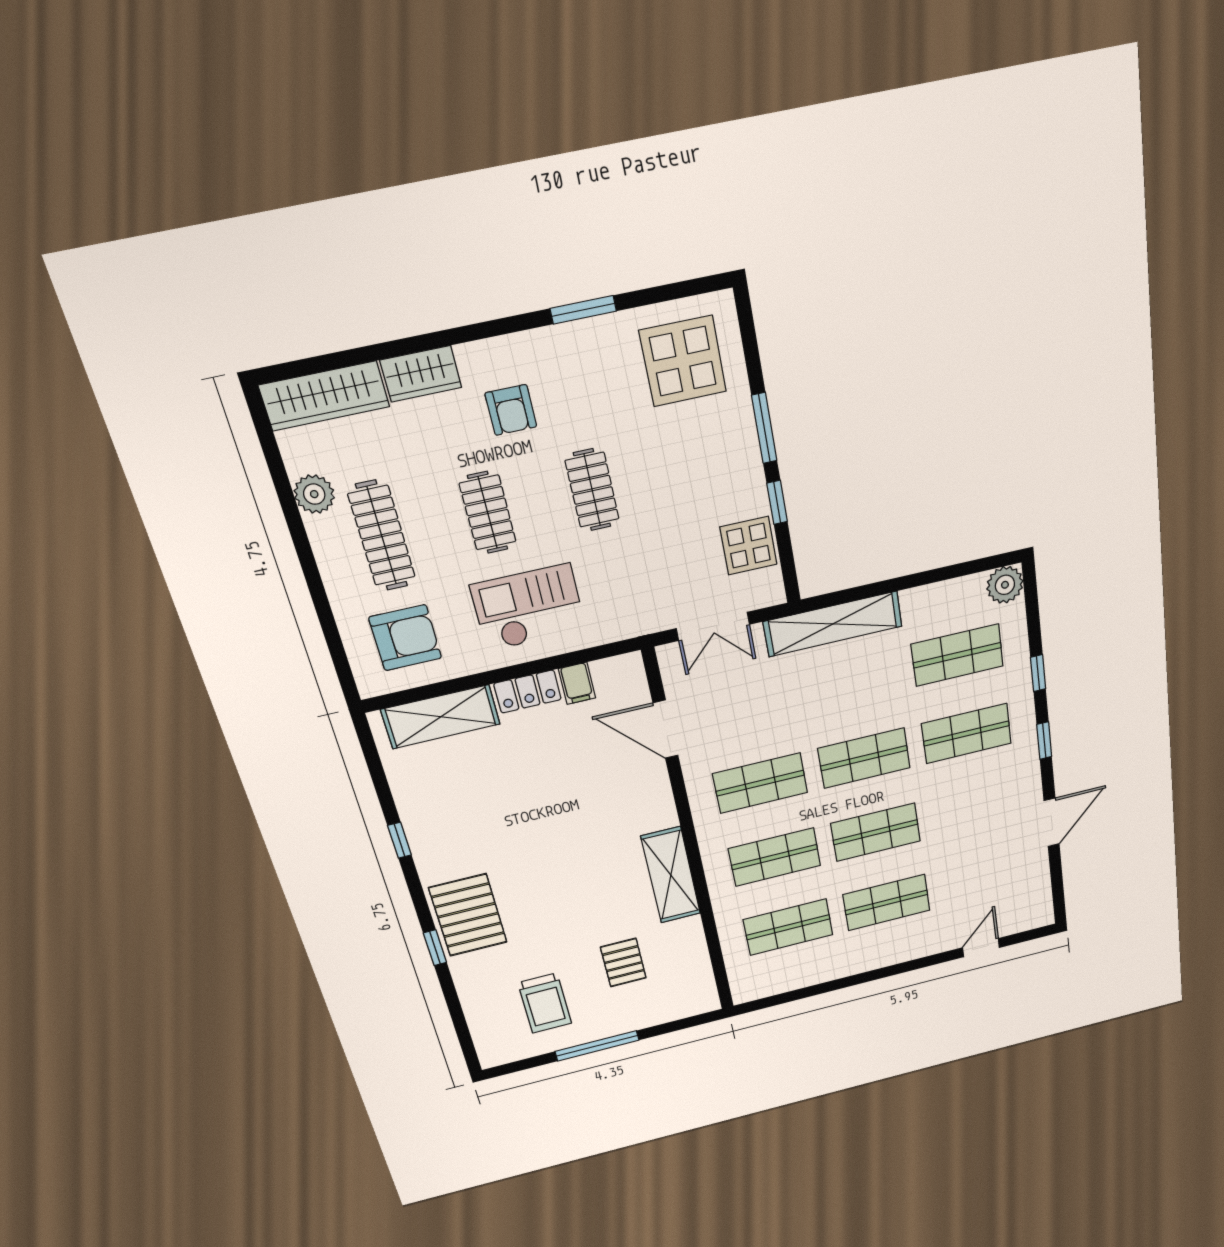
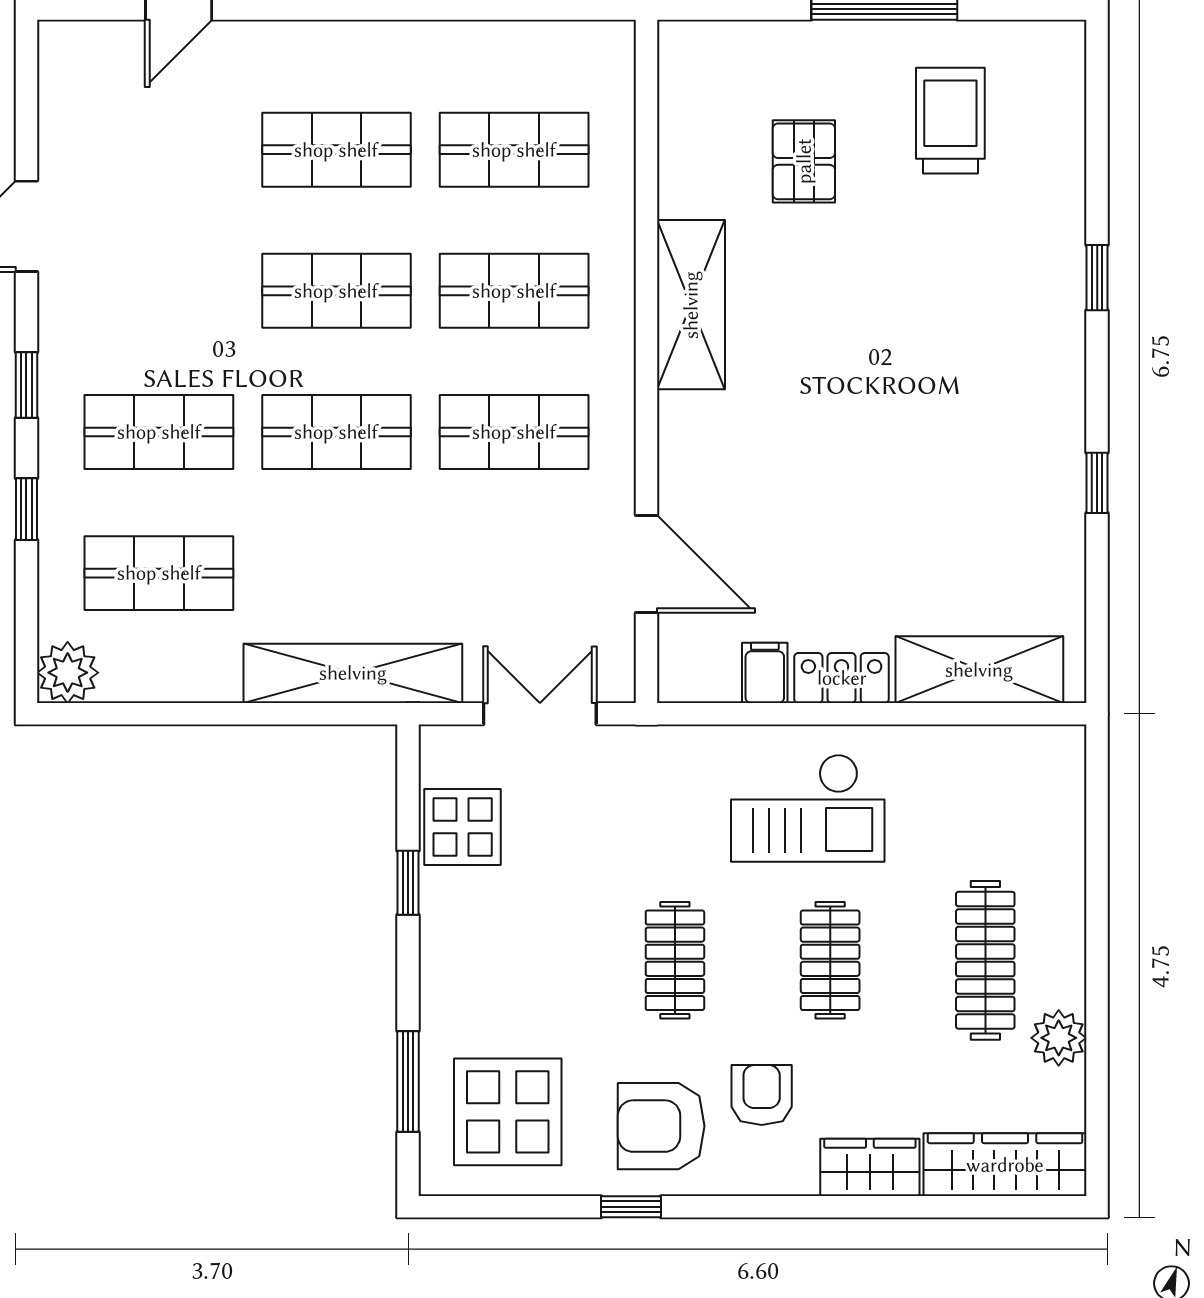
window: (583, 310) -> (631, 1207), width x0.67
window: (764, 428) -> (408, 1081), moved
armchair: (405, 638) -> (661, 1126), moved
pallet: (468, 915) -> (1030, 322), removed

